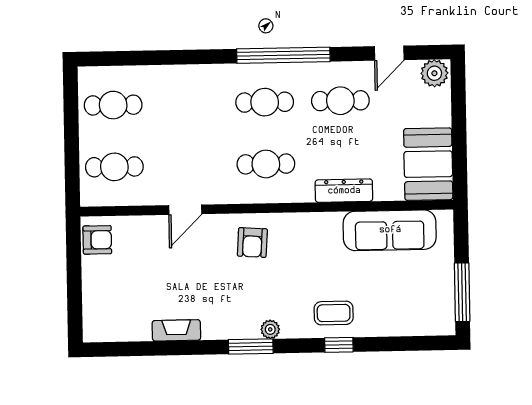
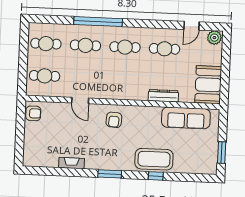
window: (283, 55) -> (98, 22), moved
cafe table: (266, 164) -> (85, 45), moved
door: (185, 210) -> (80, 101), hinge flipped
window: (462, 292) -> (222, 153), width x0.69
coffee table: (334, 313) -> (154, 159), width x1.86, depth x1.72
plant: (270, 329) -> (120, 166), removed

